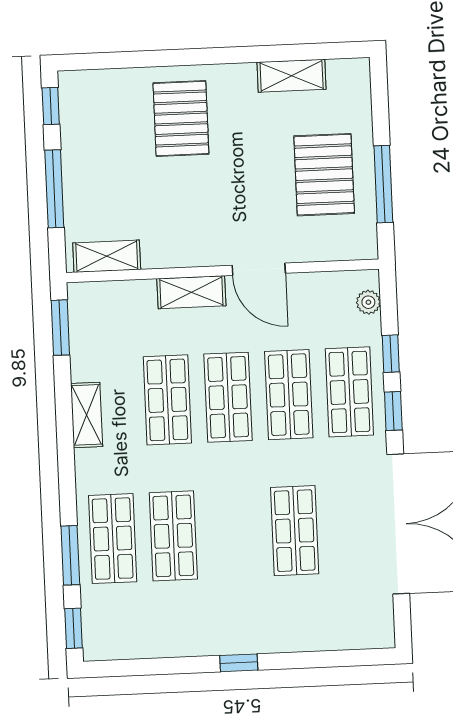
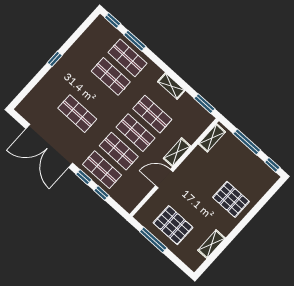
plant: (368, 302) -> (123, 201), removed

